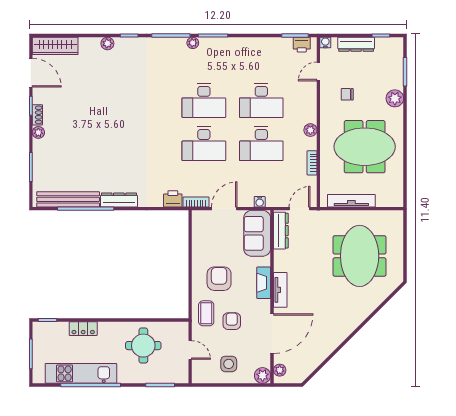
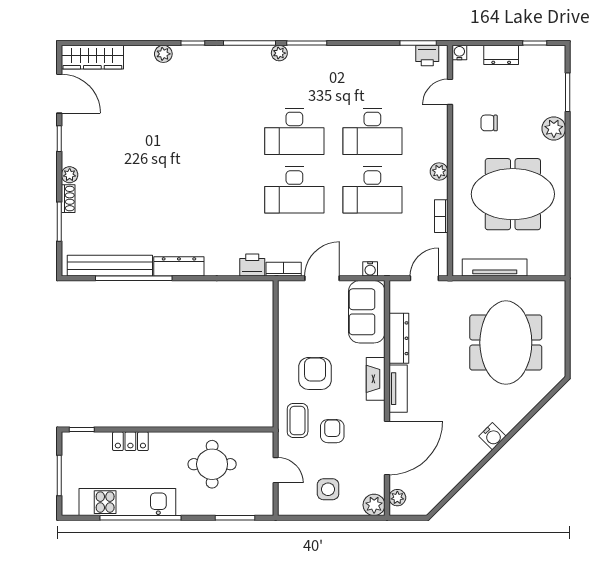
dresser: (356, 44) -> (501, 55), width x0.70
shoe rack: (37, 115) -> (68, 199), moved
dresser: (281, 231) -> (399, 338), moved
water cooler: (350, 325) -> (492, 436), added

